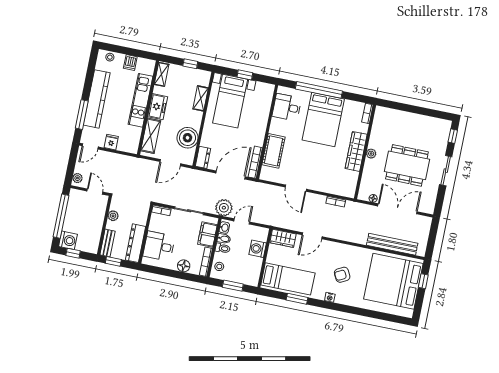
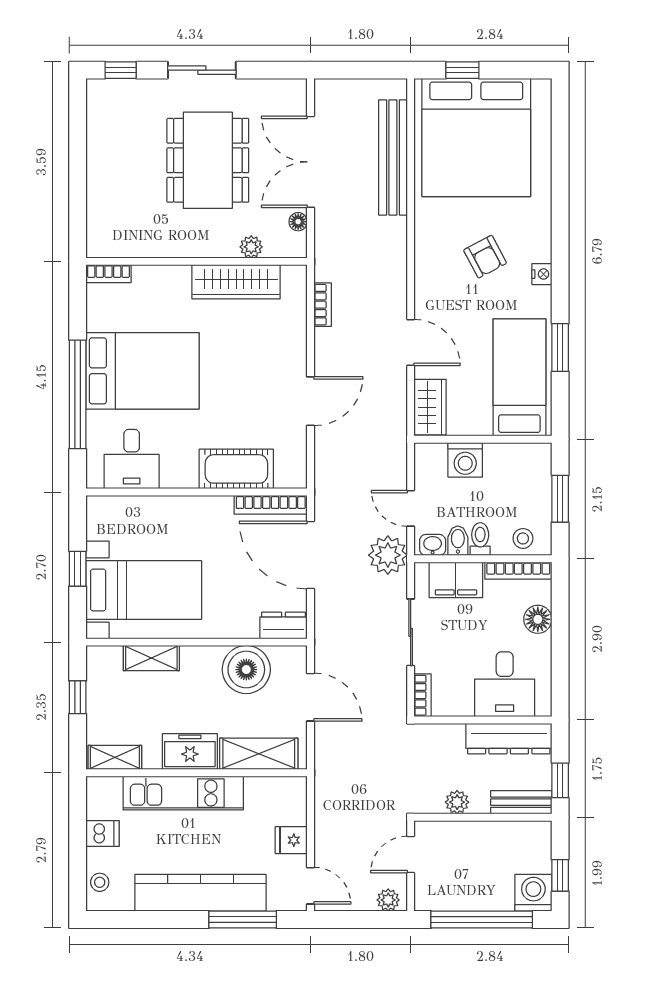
wardrobe: (356, 151) -> (236, 282), moved
plant: (371, 154) -> (251, 247), moved

